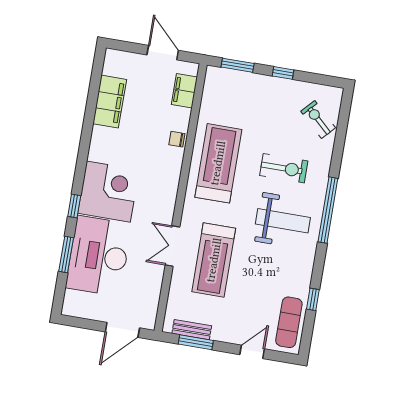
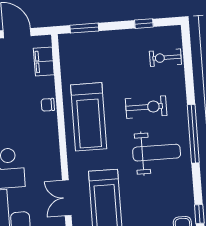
window: (283, 73) -> (144, 24), moved
exercise bike: (318, 120) -> (165, 58), turned -43
treadmill: (218, 163) -> (89, 117), turned 180

